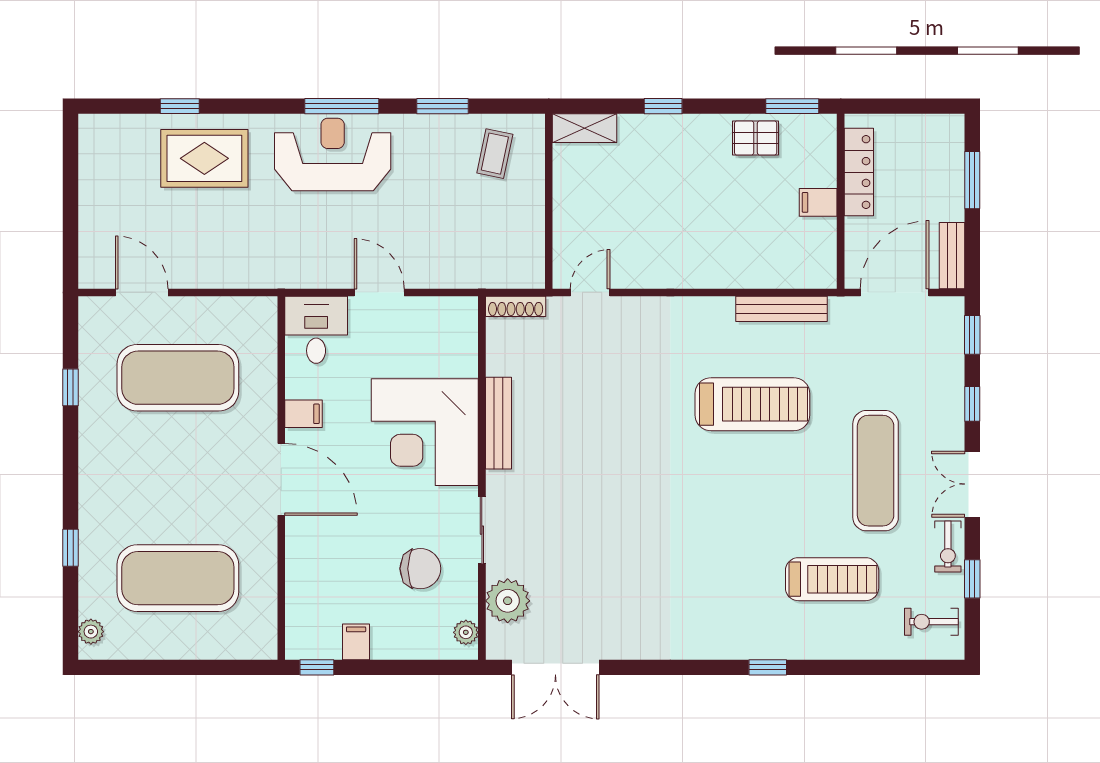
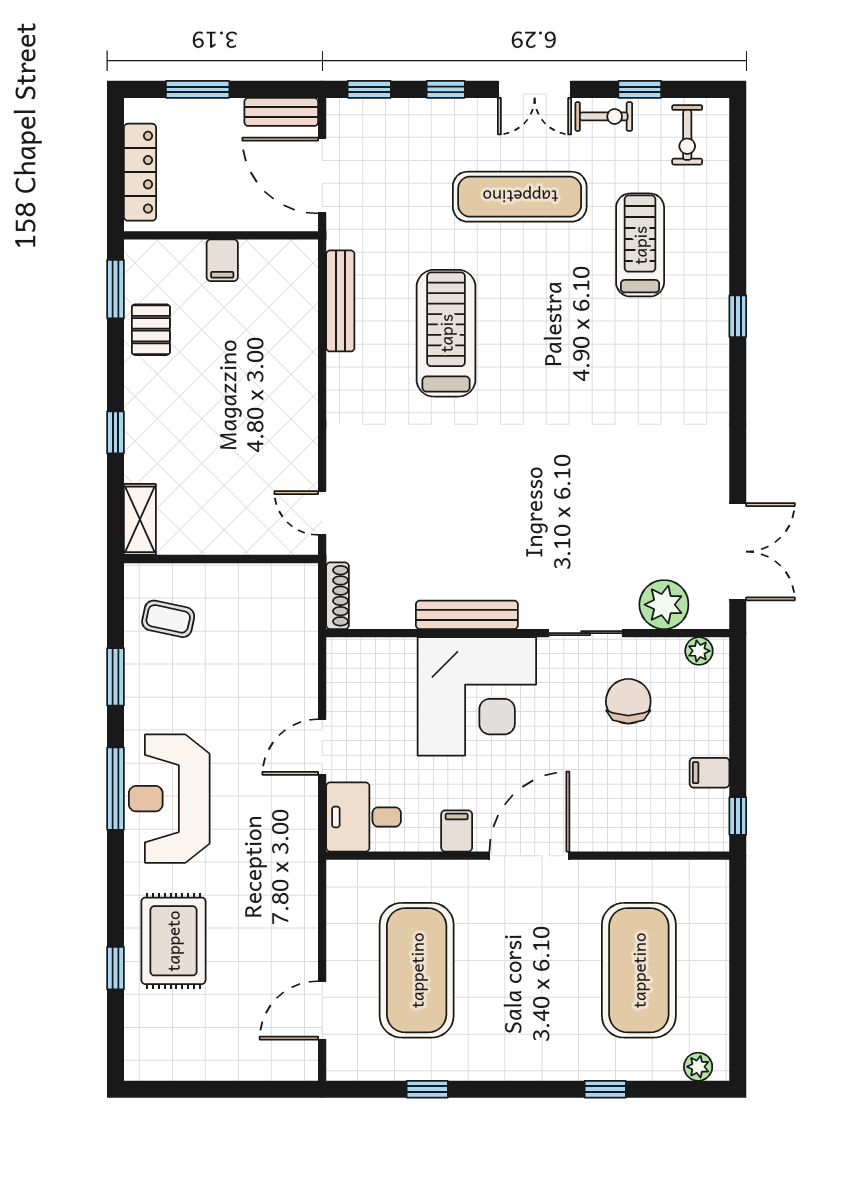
locker: (859, 172) -> (140, 172), moved, turned 90

